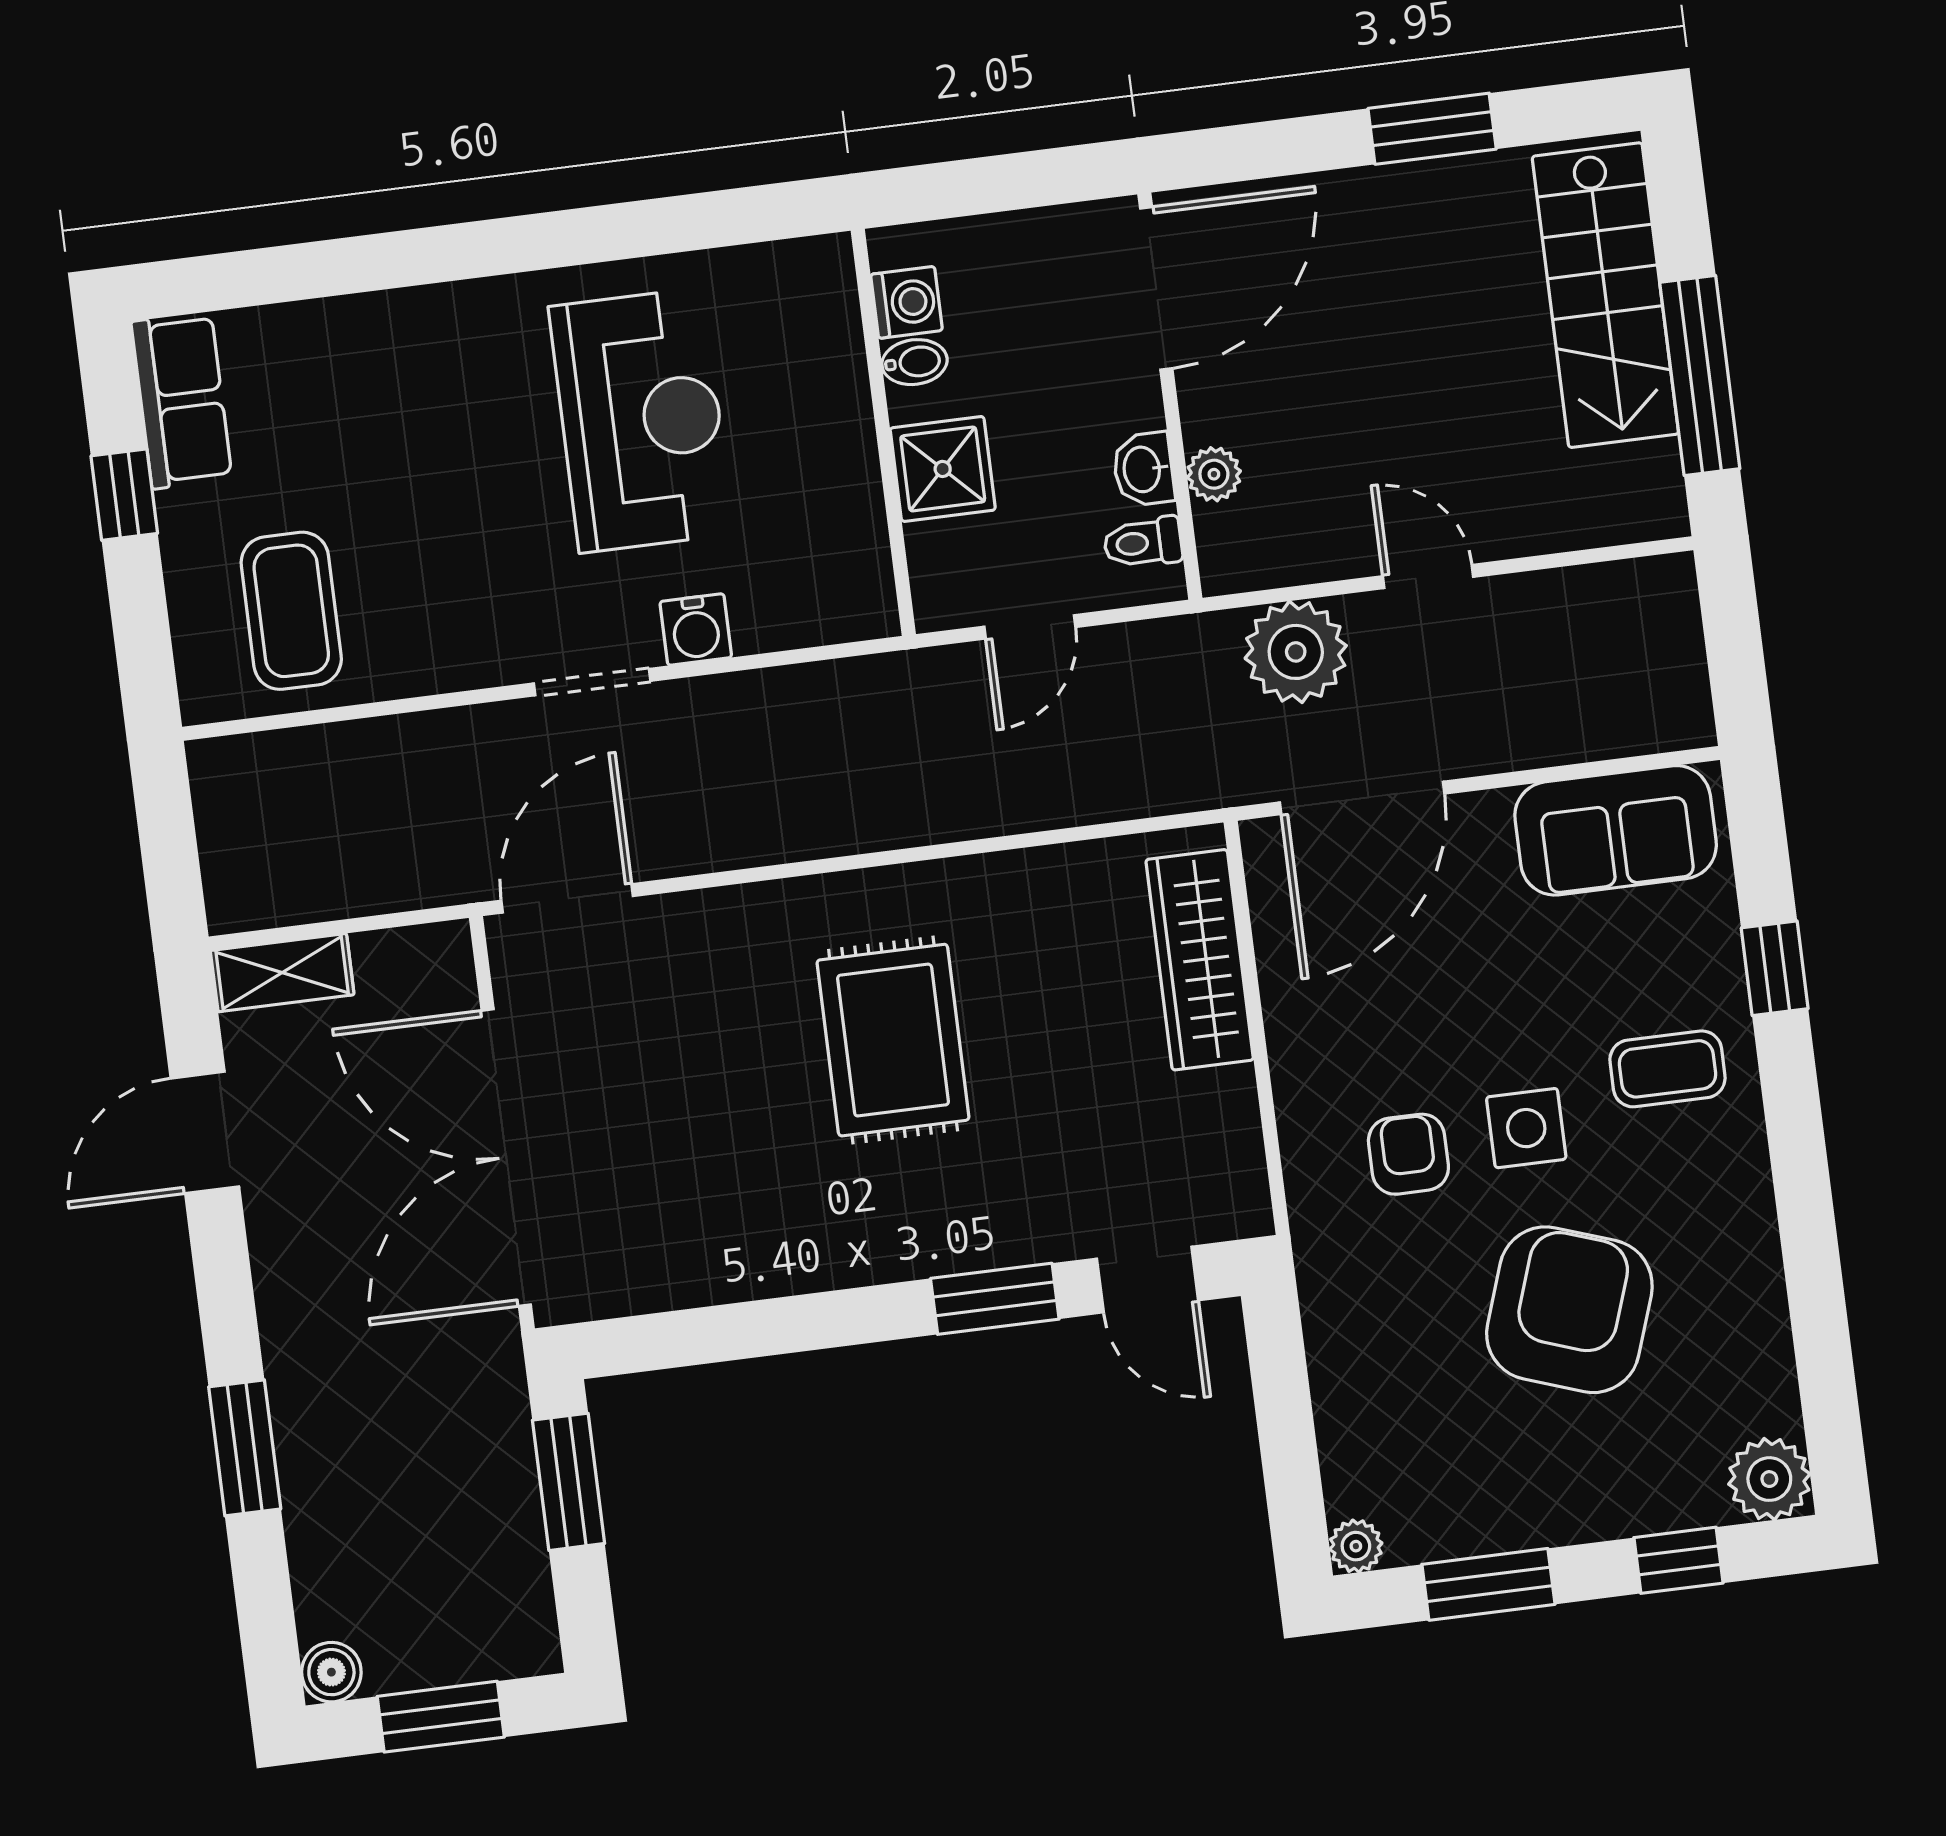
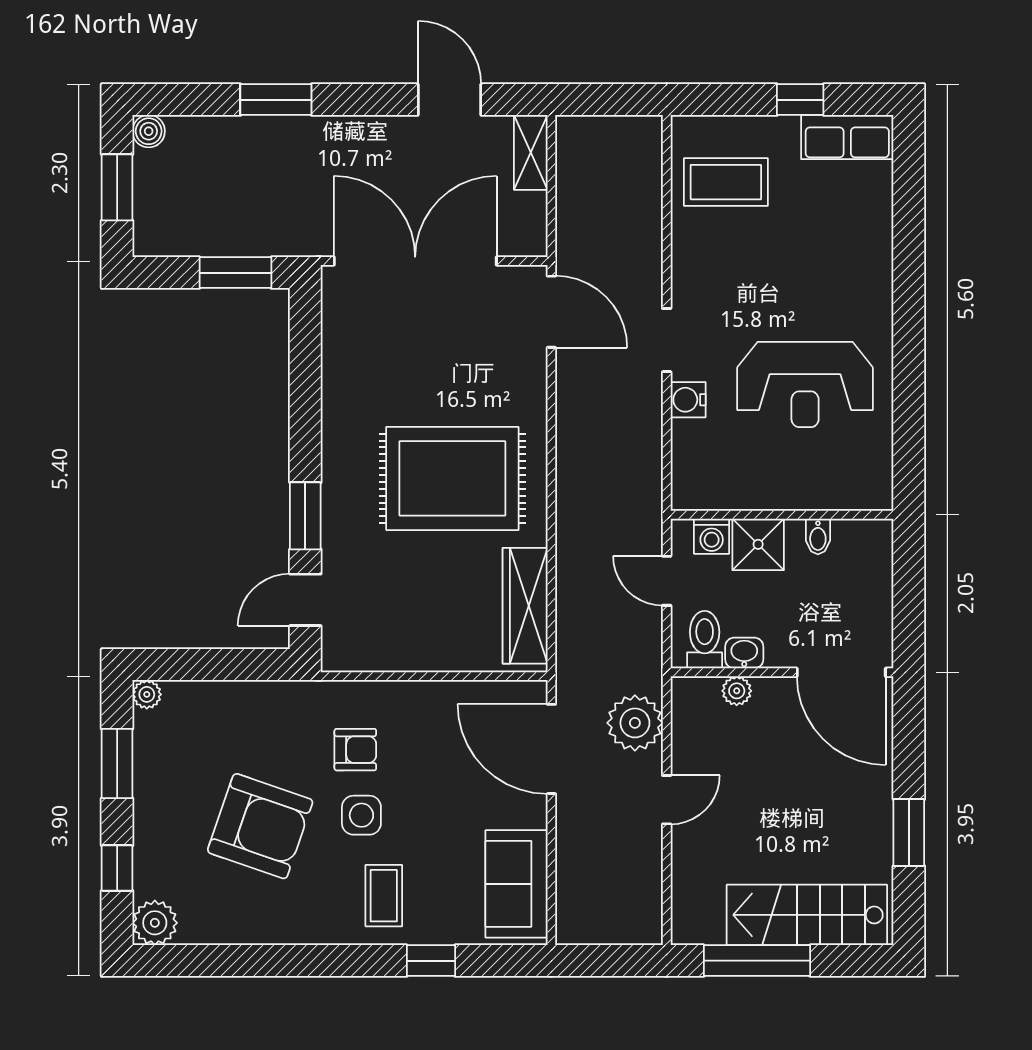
washing machine: (907, 302) -> (712, 536), moved
toilet: (1143, 543) -> (705, 640), width x1.37, depth x1.39
wardrobe: (1200, 960) -> (525, 606), moved, turned -90
rug: (893, 1040) -> (452, 478), width x1.37, depth x1.44

